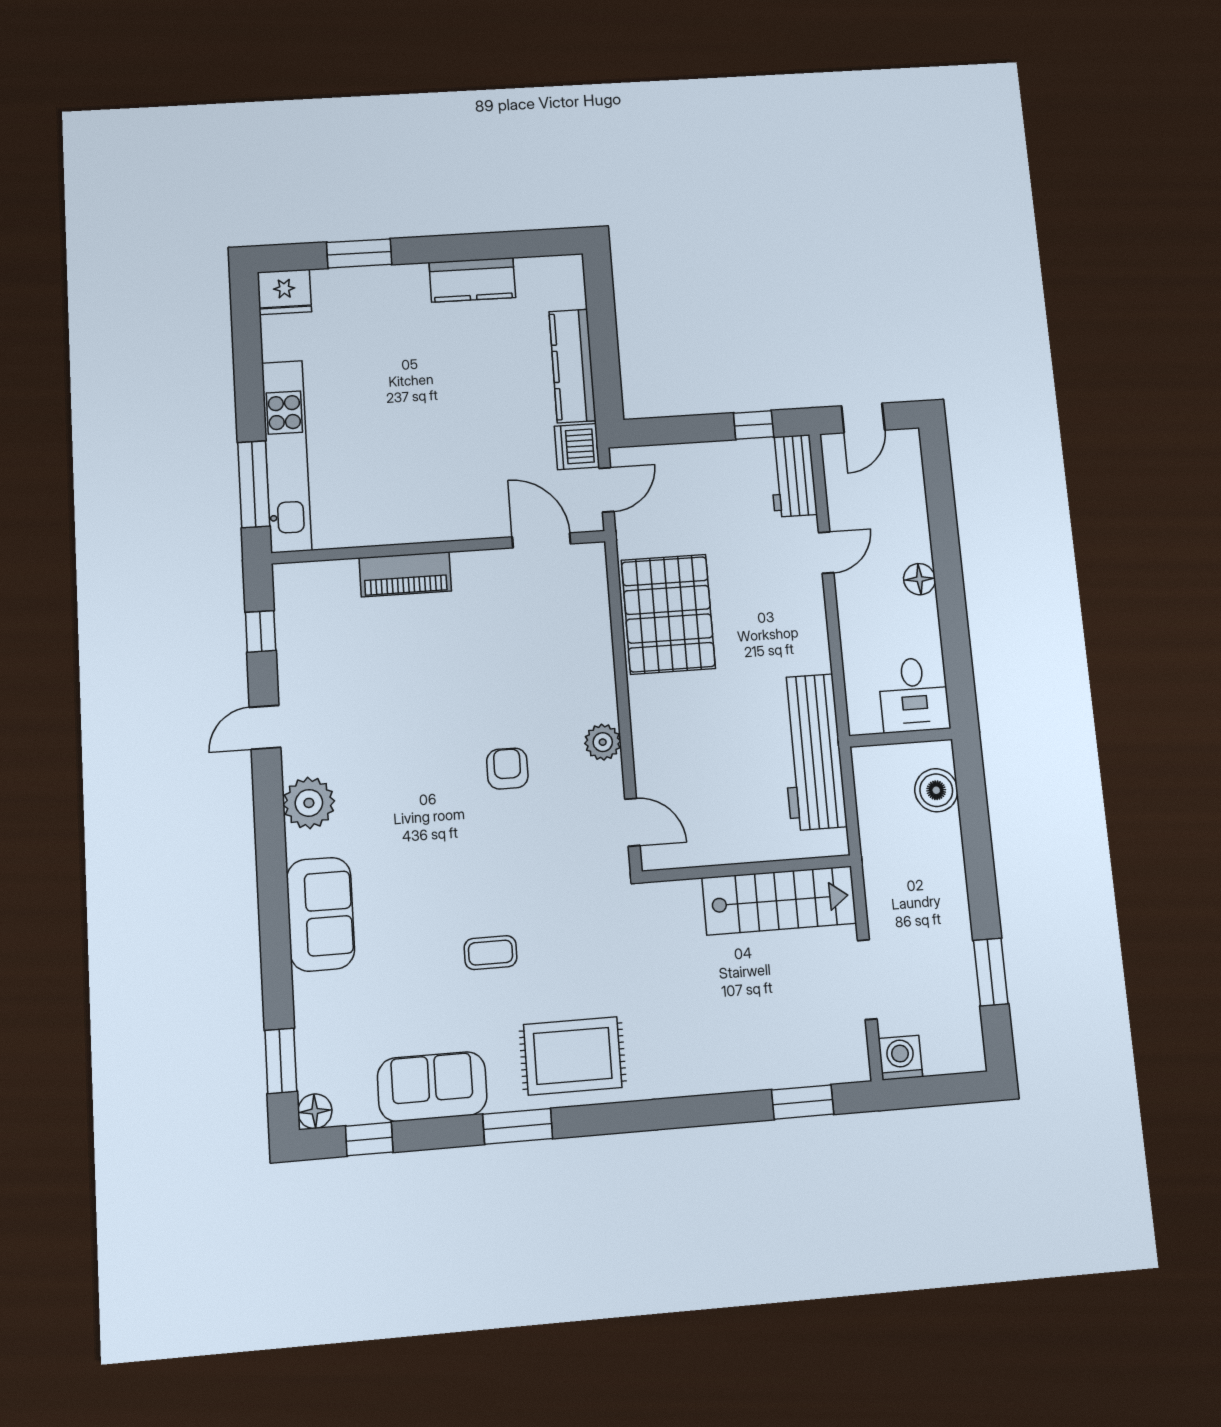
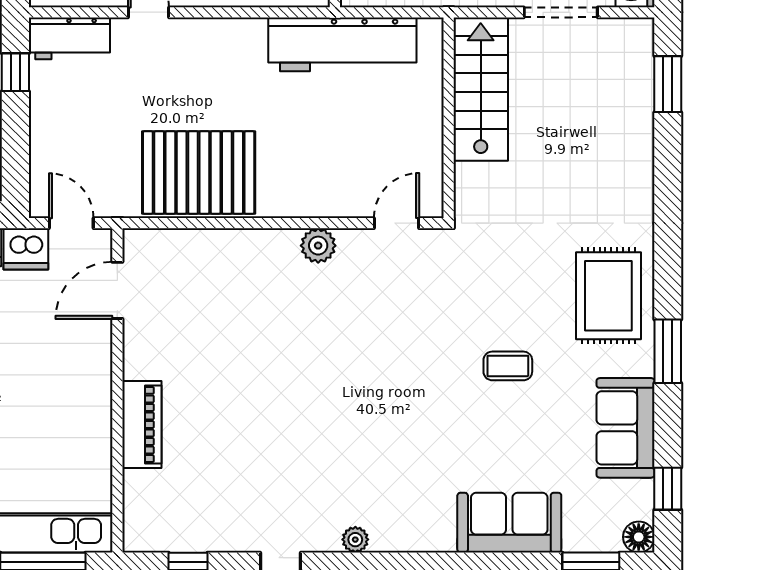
armchair: (507, 769) -> (337, 339), removed
plant: (309, 803) -> (355, 540), width x0.53, depth x0.53
sofa: (320, 914) -> (509, 523), moved
coffee table: (490, 953) -> (508, 366), turned 90

